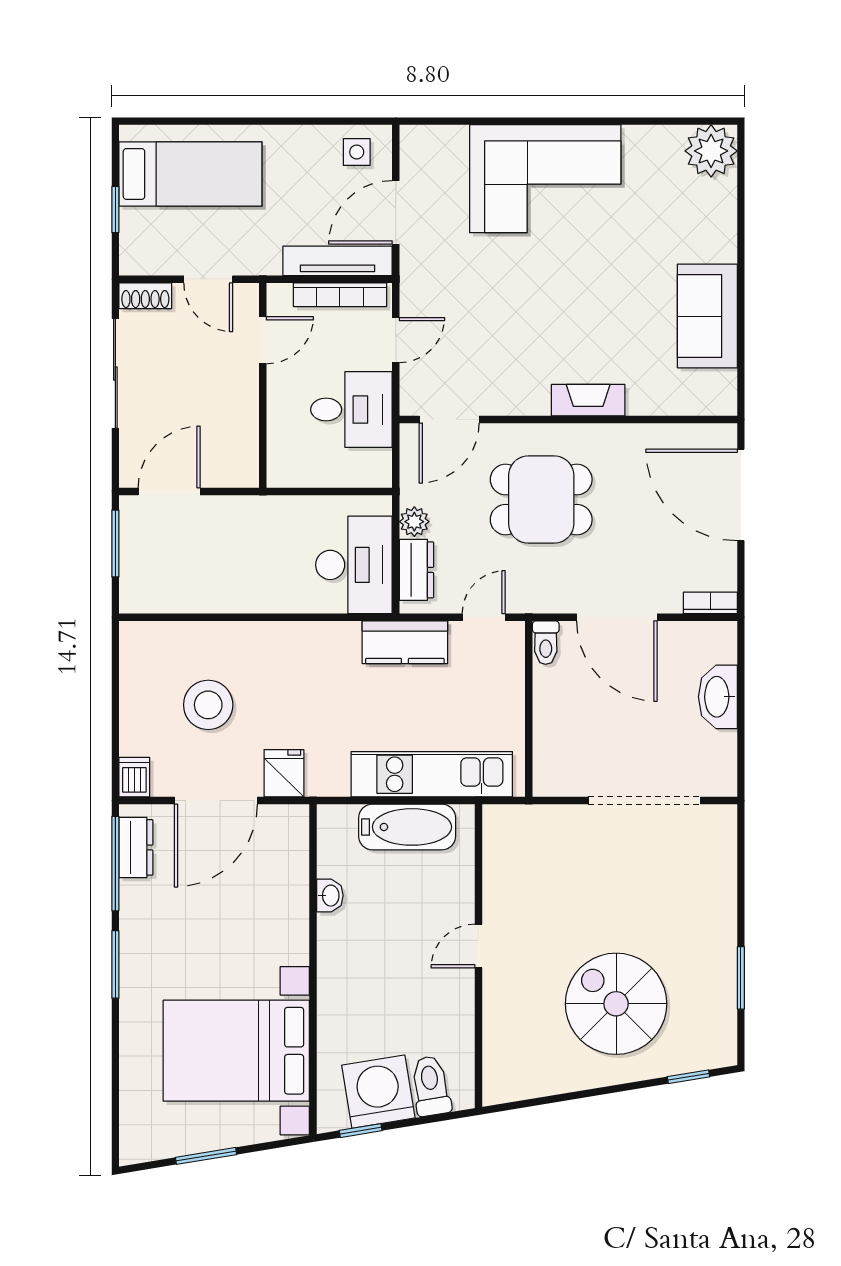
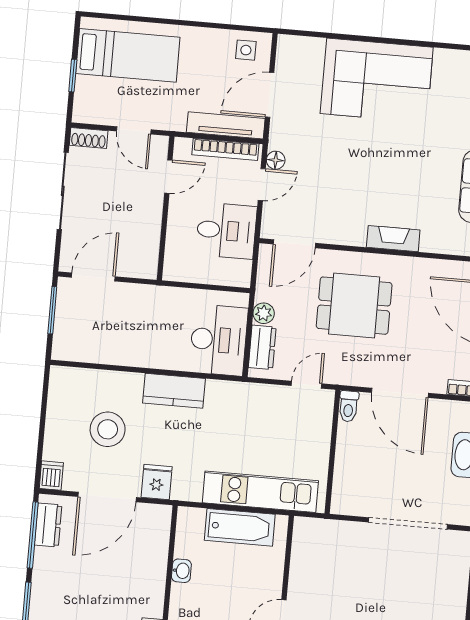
floor lamp: (412, 304) -> (276, 160), added
kitchen counter: (405, 642) -> (174, 391), moved

